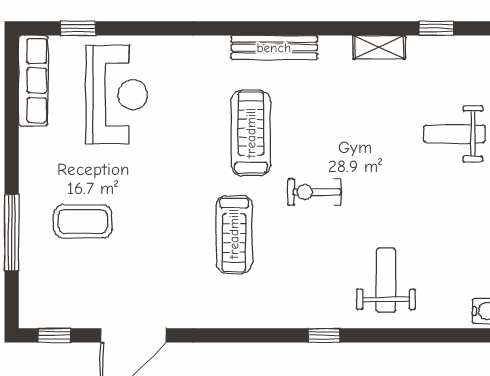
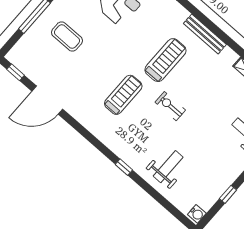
treadmill: (234, 234) -> (123, 95), turned 180

